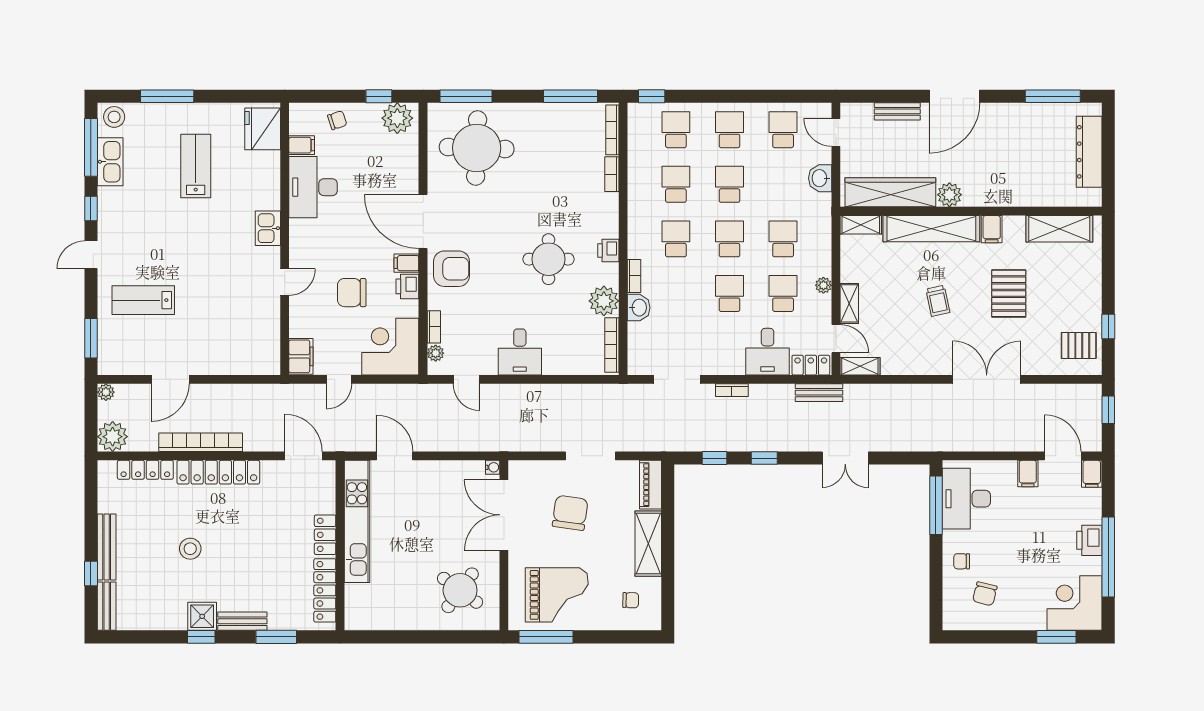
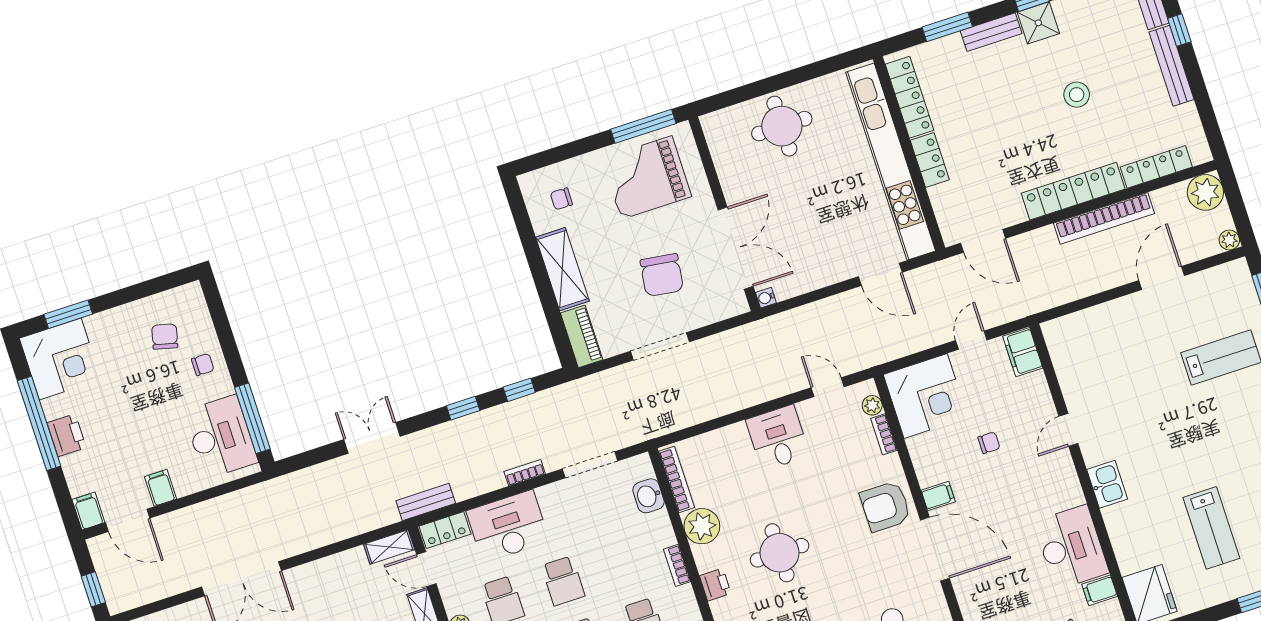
printer: (407, 286) -> (928, 470), removed
chair: (352, 293) -> (989, 443), width x0.54, depth x0.54
washbasin: (639, 308) -> (649, 496), moved
desk: (768, 352) -> (508, 526), width x1.37
kitchen unit: (357, 521) -> (891, 162), width x1.36
round table: (460, 590) -> (782, 126), moved, turned -36

